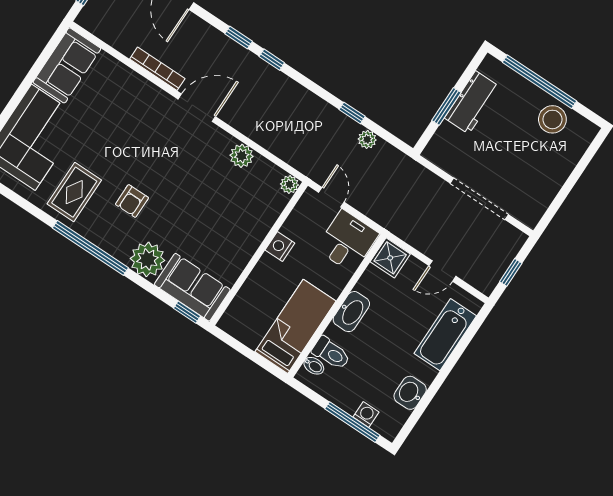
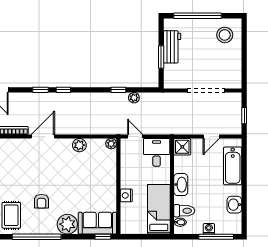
stool: (552, 119) -> (225, 35), moved
nightstand: (280, 247) -> (126, 195), moved
washing machine: (366, 414) -> (209, 229), moved

